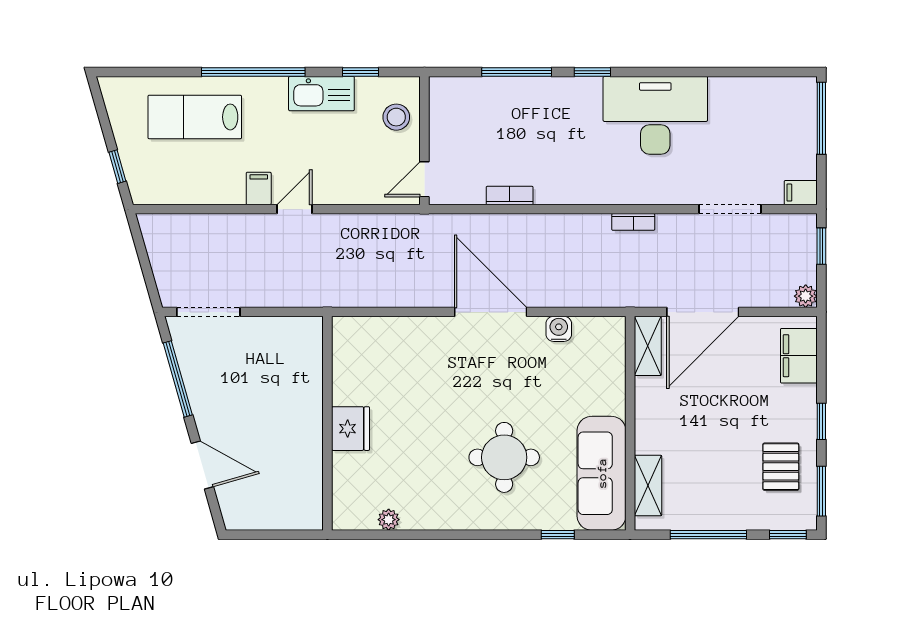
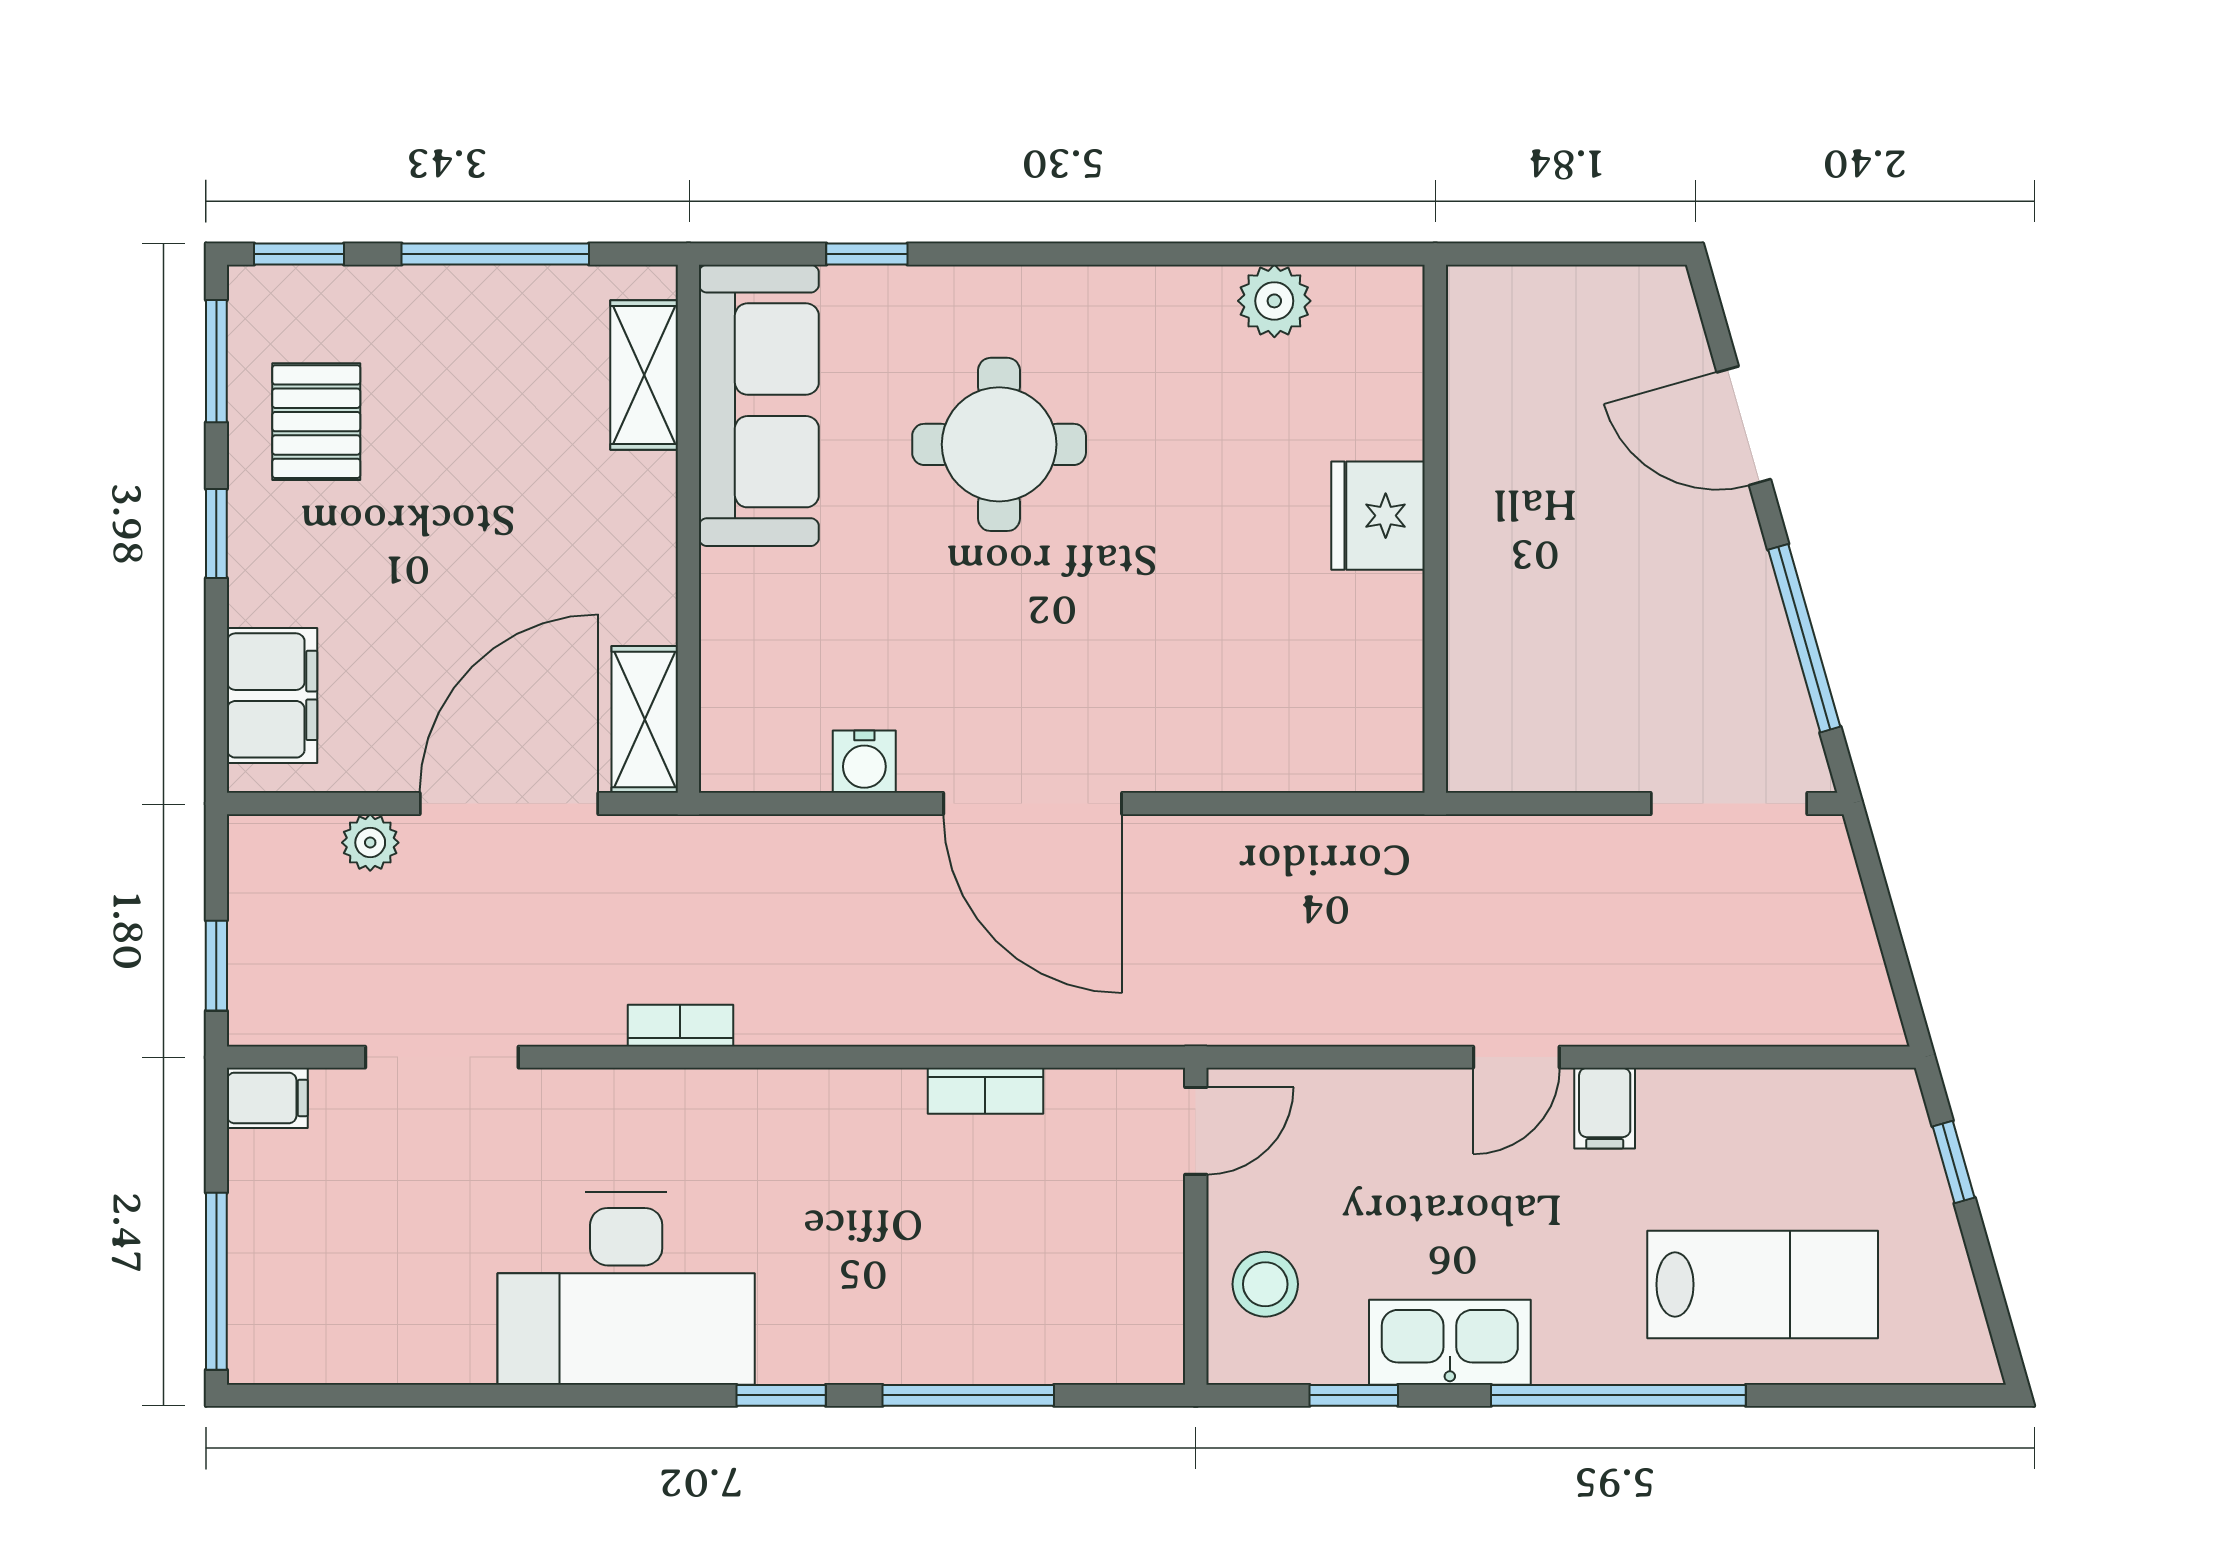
plant: (806, 296) -> (370, 843), moved
plant: (389, 520) -> (1274, 301), width x1.38, depth x1.38

